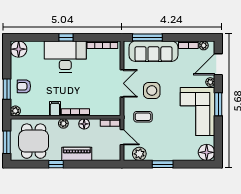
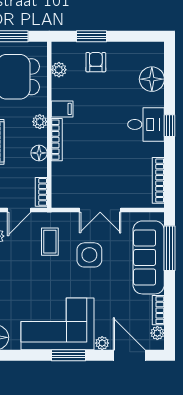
floor lamp: (19, 49) -> (152, 79), moved
desk: (65, 57) -> (146, 124), width x0.53, depth x0.77
plant: (15, 111) -> (59, 70), moved

